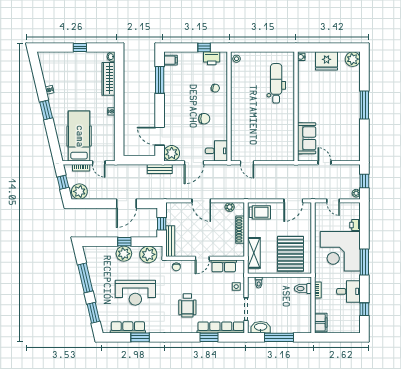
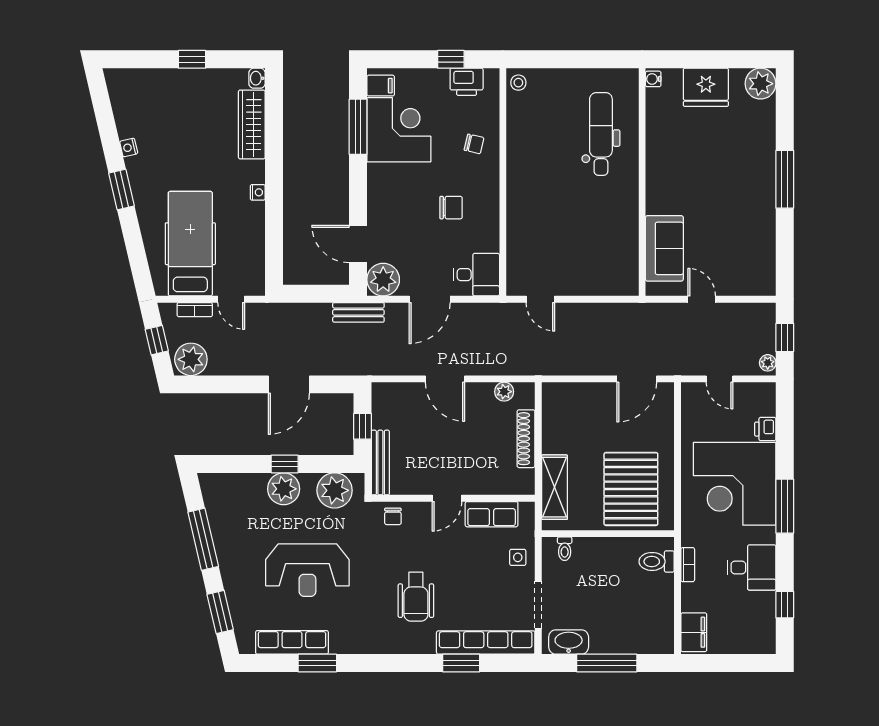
corner desk: (179, 81) -> (399, 130), added
trolley: (260, 212) -> (567, 403), removed

